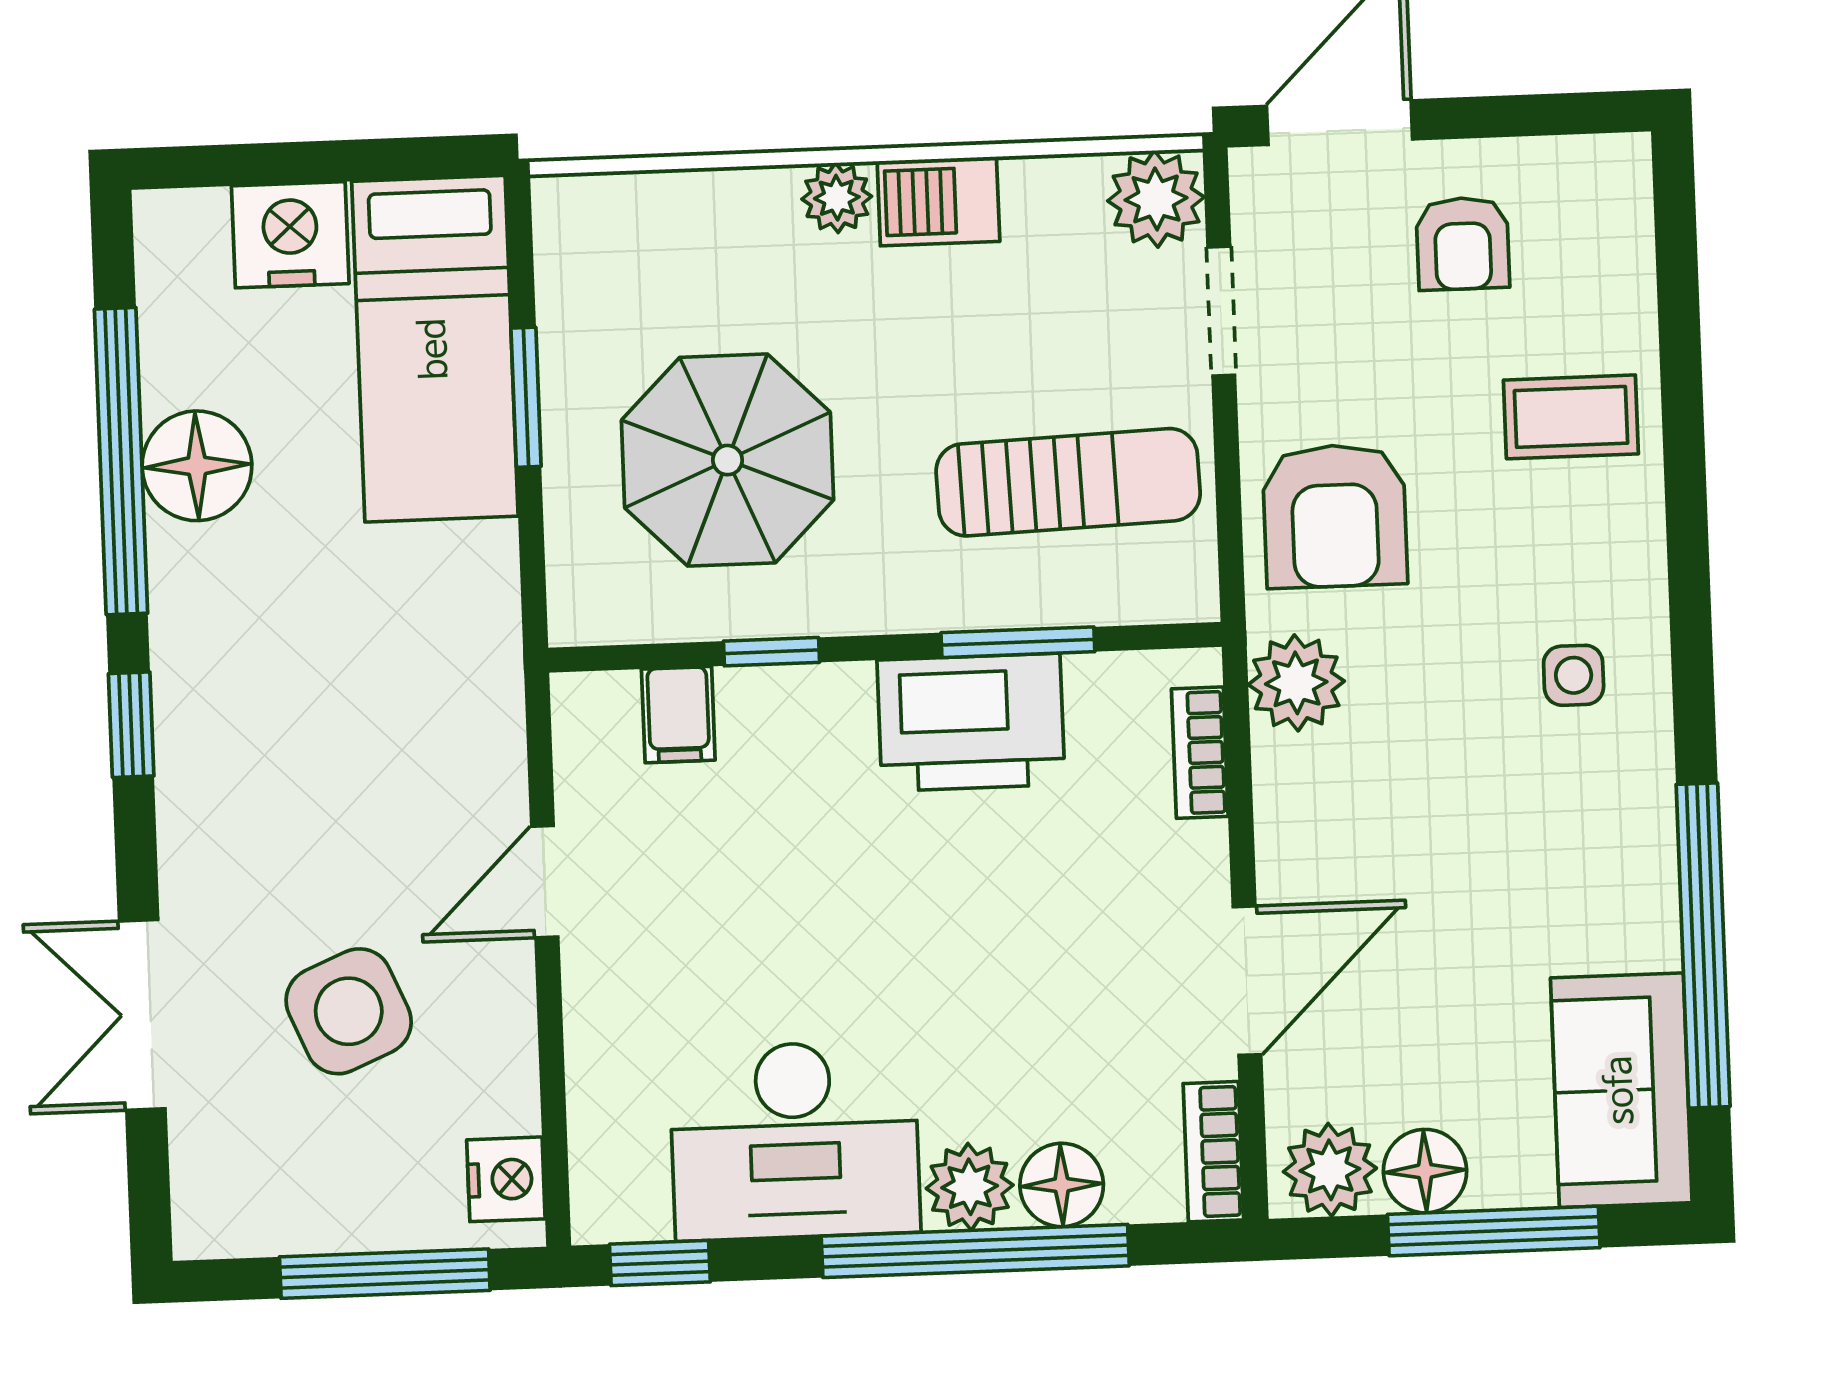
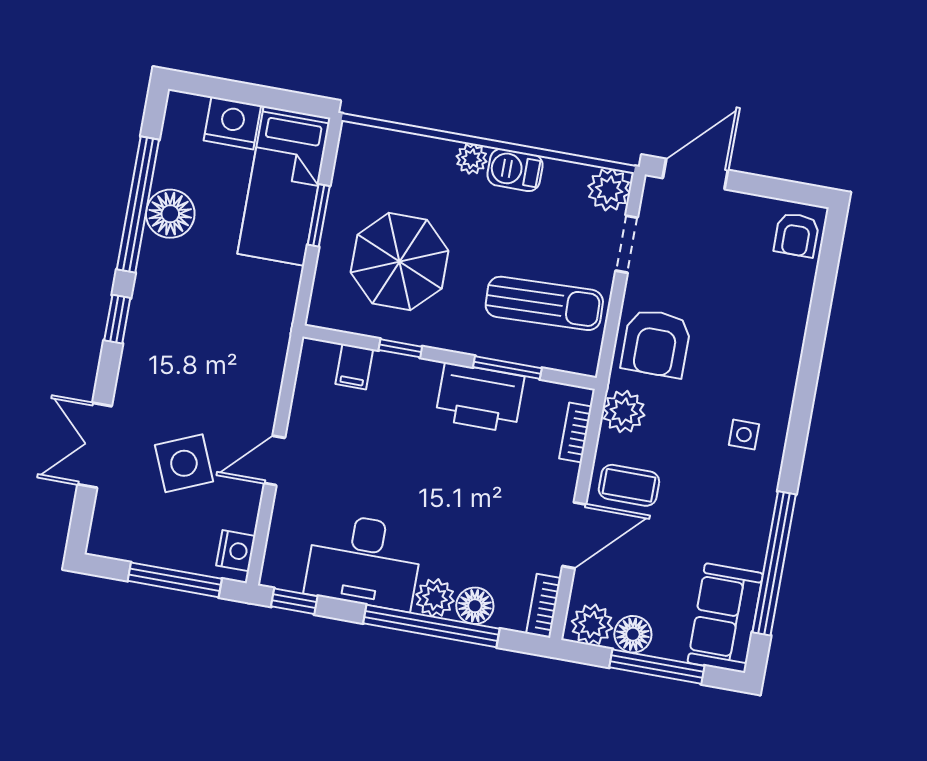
armchair: (1463, 244) -> (797, 235), moved
coffee table: (1571, 417) -> (629, 485), moved
door: (545, 882) -> (275, 461), moved

